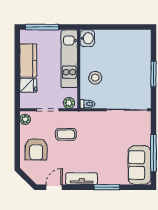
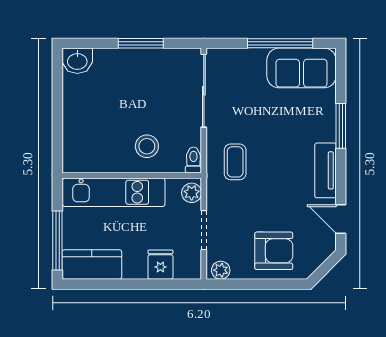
washbasin: (87, 38) -> (77, 61), moved, turned 180
kitchen counter: (28, 60) -> (92, 265), moved
coffee table: (66, 134) -> (235, 162), moved

